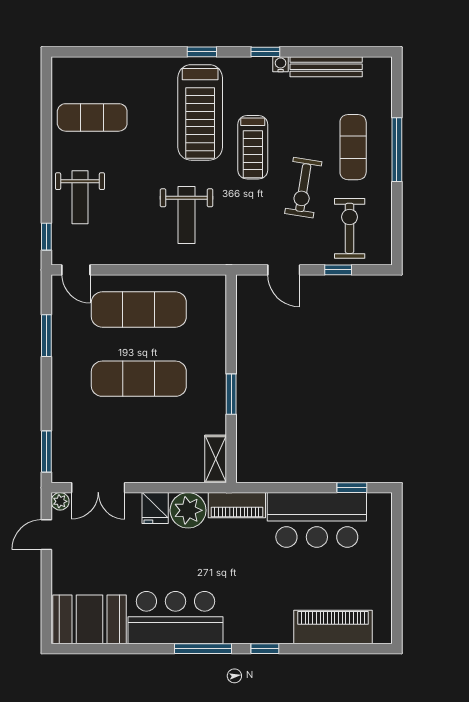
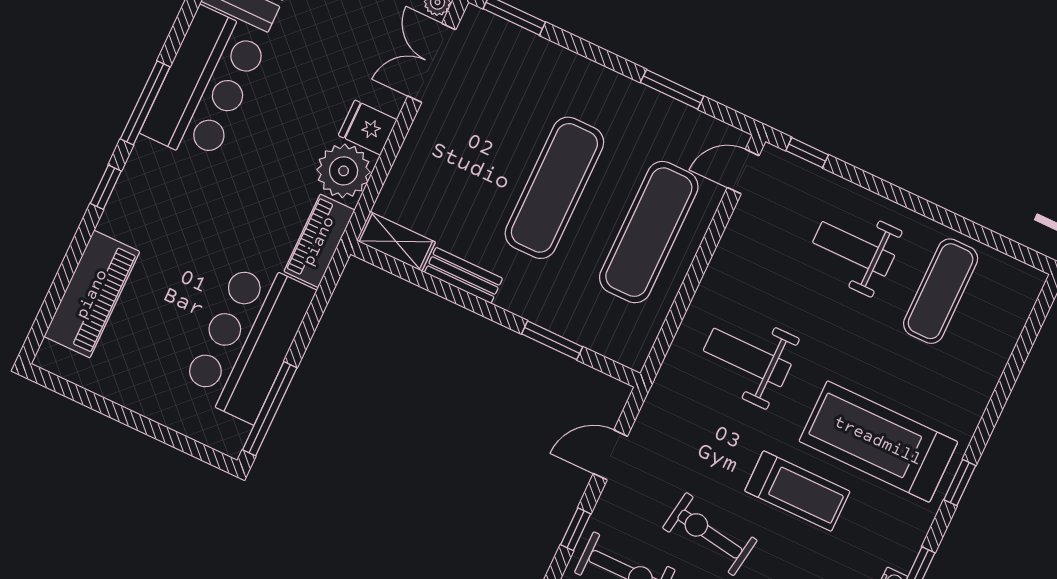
treadmill: (253, 147) -> (797, 491), turned 180
weight bench: (80, 197) -> (854, 249), moved
window: (231, 394) -> (552, 340), moved
bench: (217, 409) -> (463, 275), added
window: (352, 488) -> (270, 409), width x2.17

